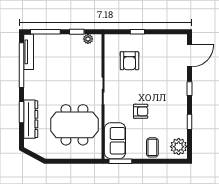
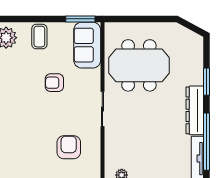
dresser: (31, 119) -> (195, 110), moved

